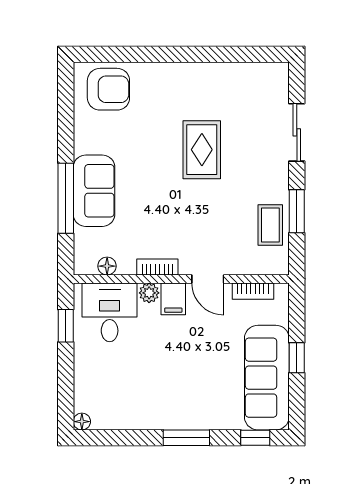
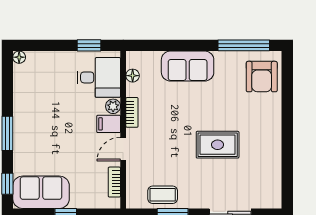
window: (66, 198) -> (244, 45), moved
sofa: (267, 378) -> (41, 192), width x0.73

